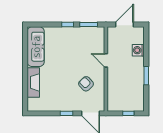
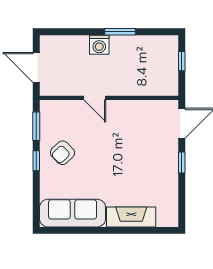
washing machine: (138, 50) -> (99, 45), moved
door: (106, 60) -> (95, 98), hinge flipped
armchair: (86, 84) -> (62, 153), moved

